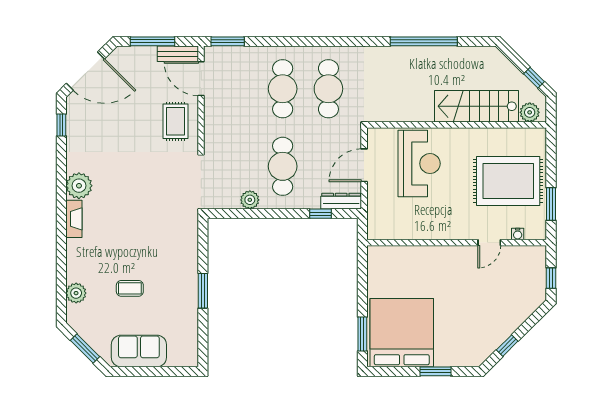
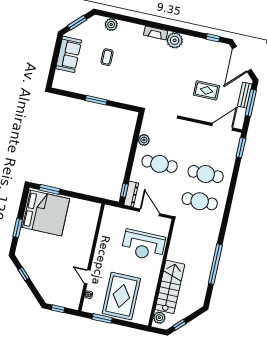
bench: (178, 54) -> (245, 95), moved
rug: (175, 121) -> (206, 90), moved
window: (321, 214) -> (124, 190), moved

